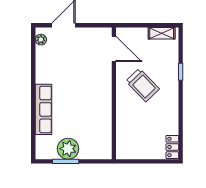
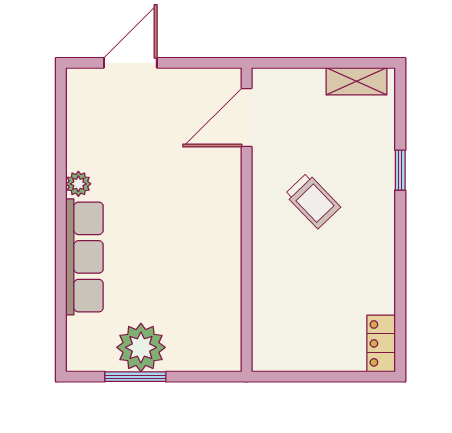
plant: (41, 40) -> (78, 184), moved
door: (114, 49) -> (247, 118), swing flipped
trolley: (143, 85) -> (313, 201), width x0.73, depth x0.72

